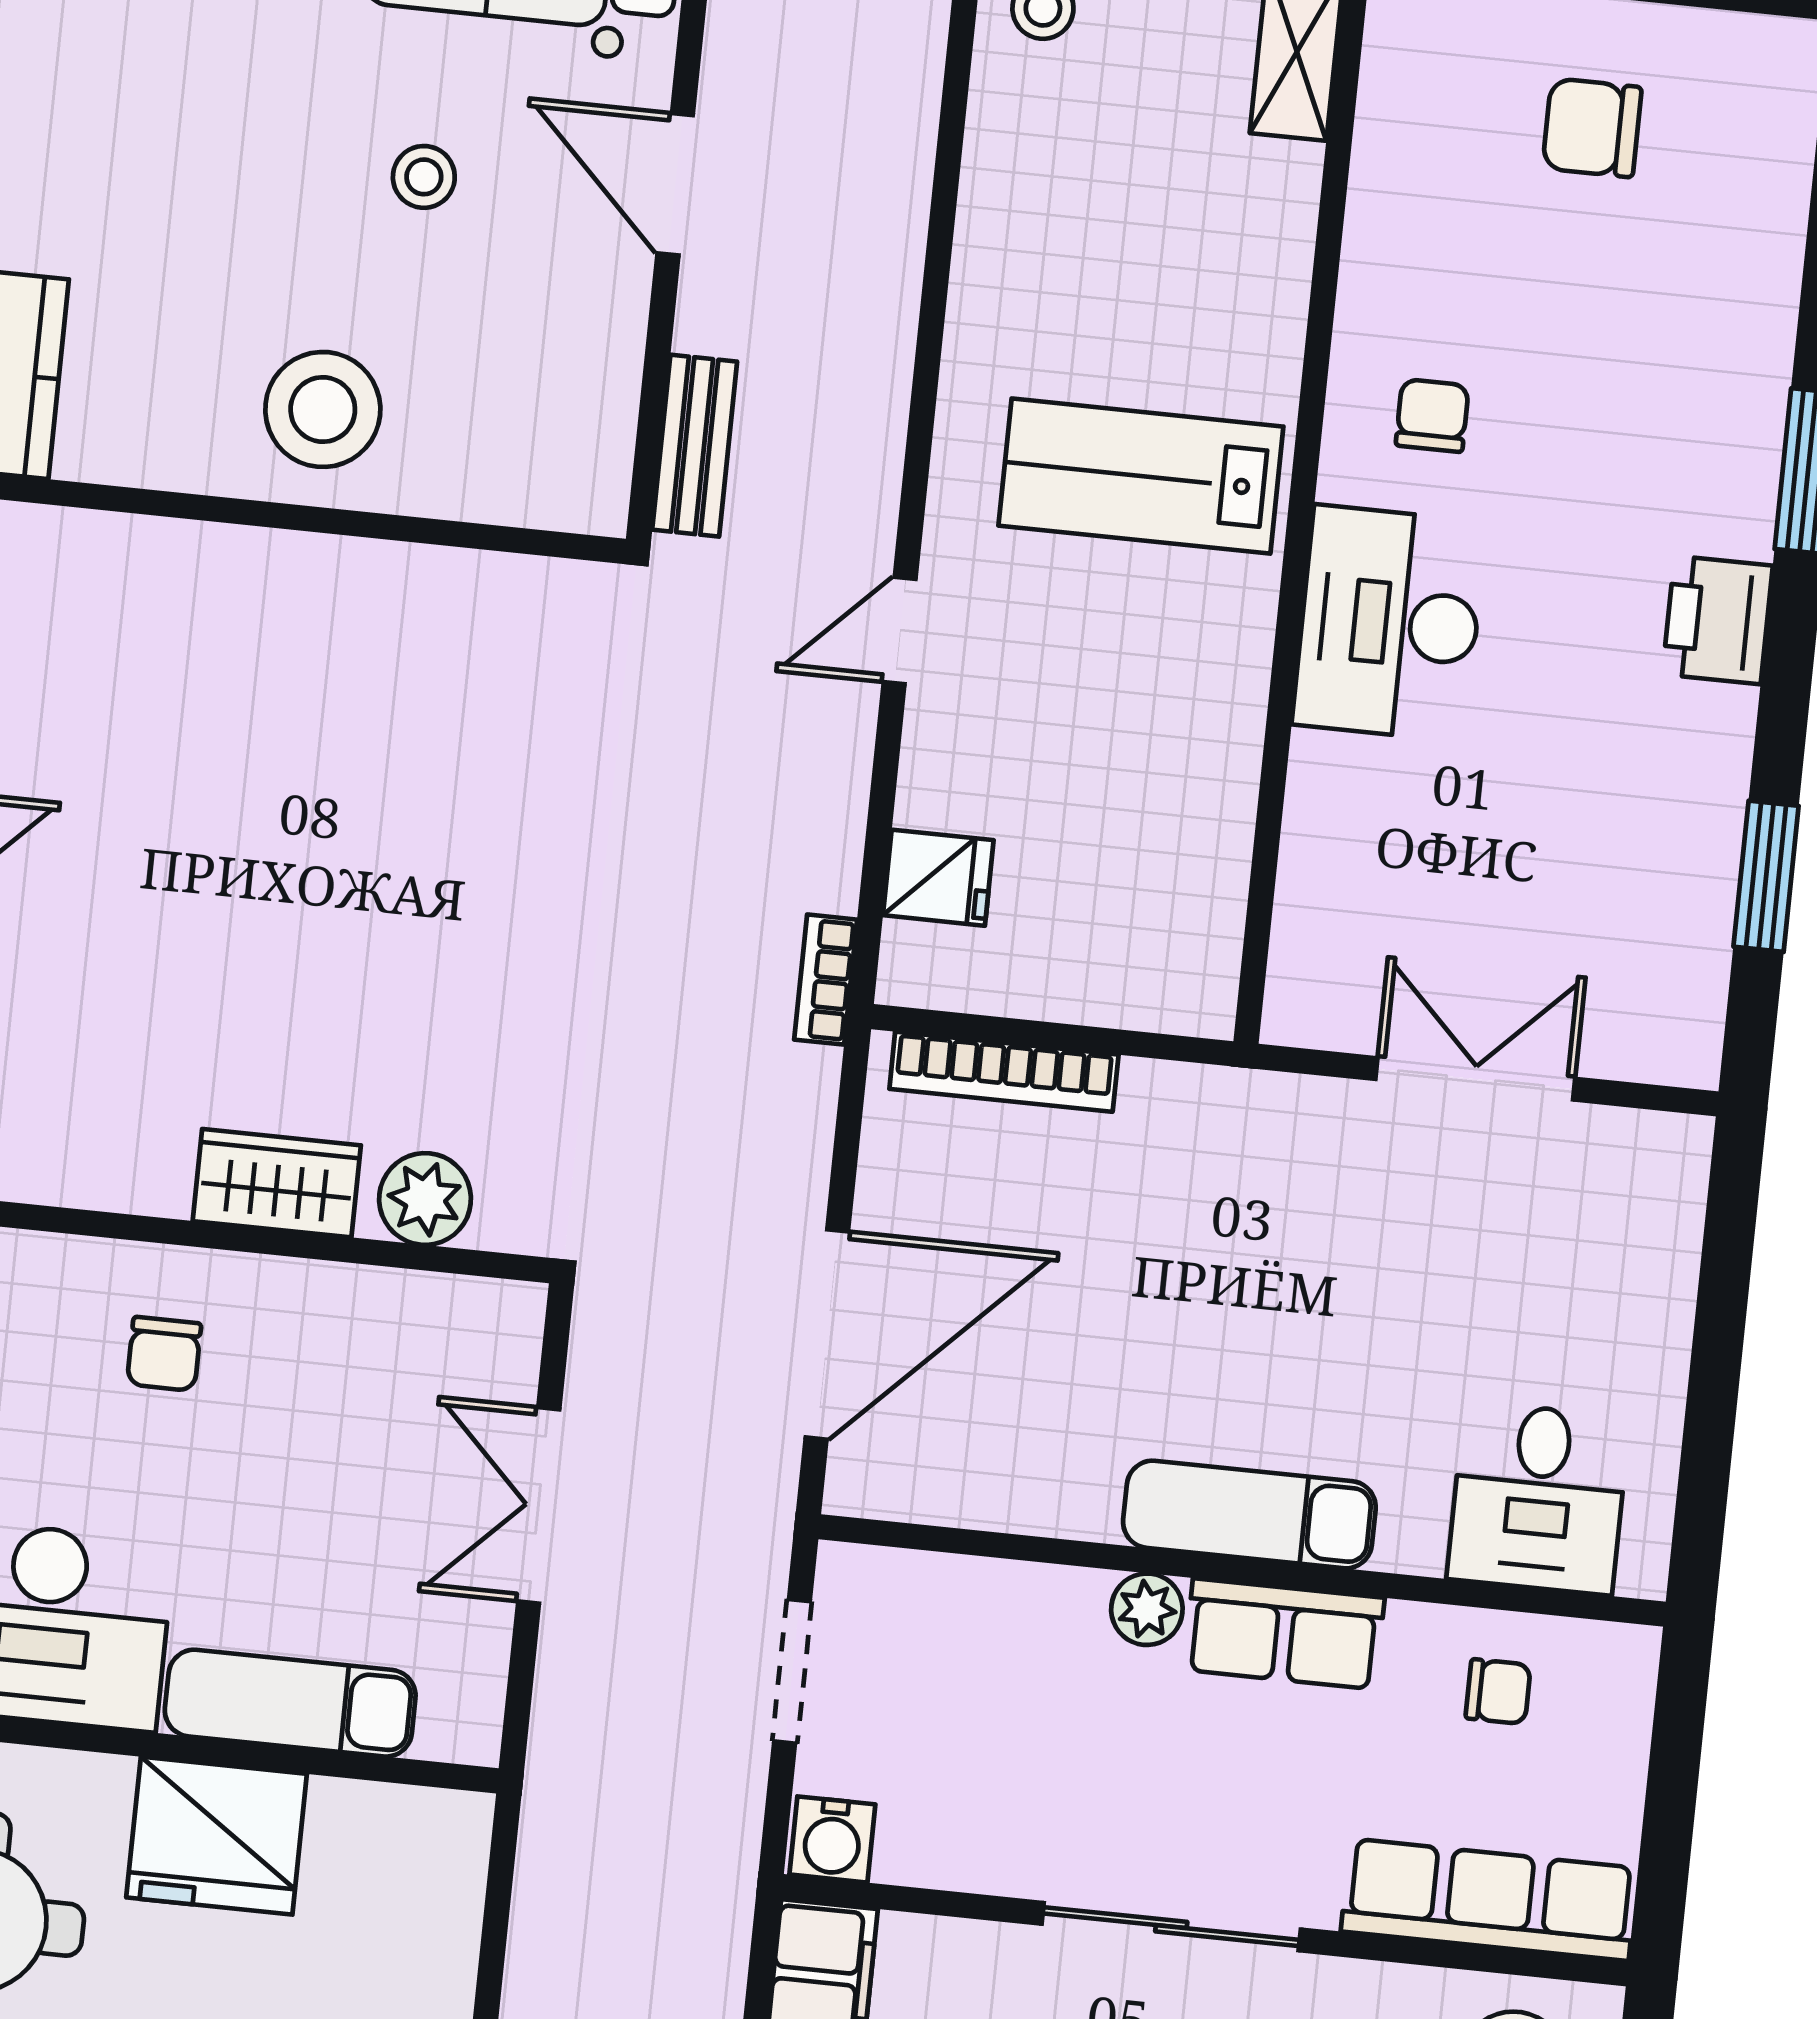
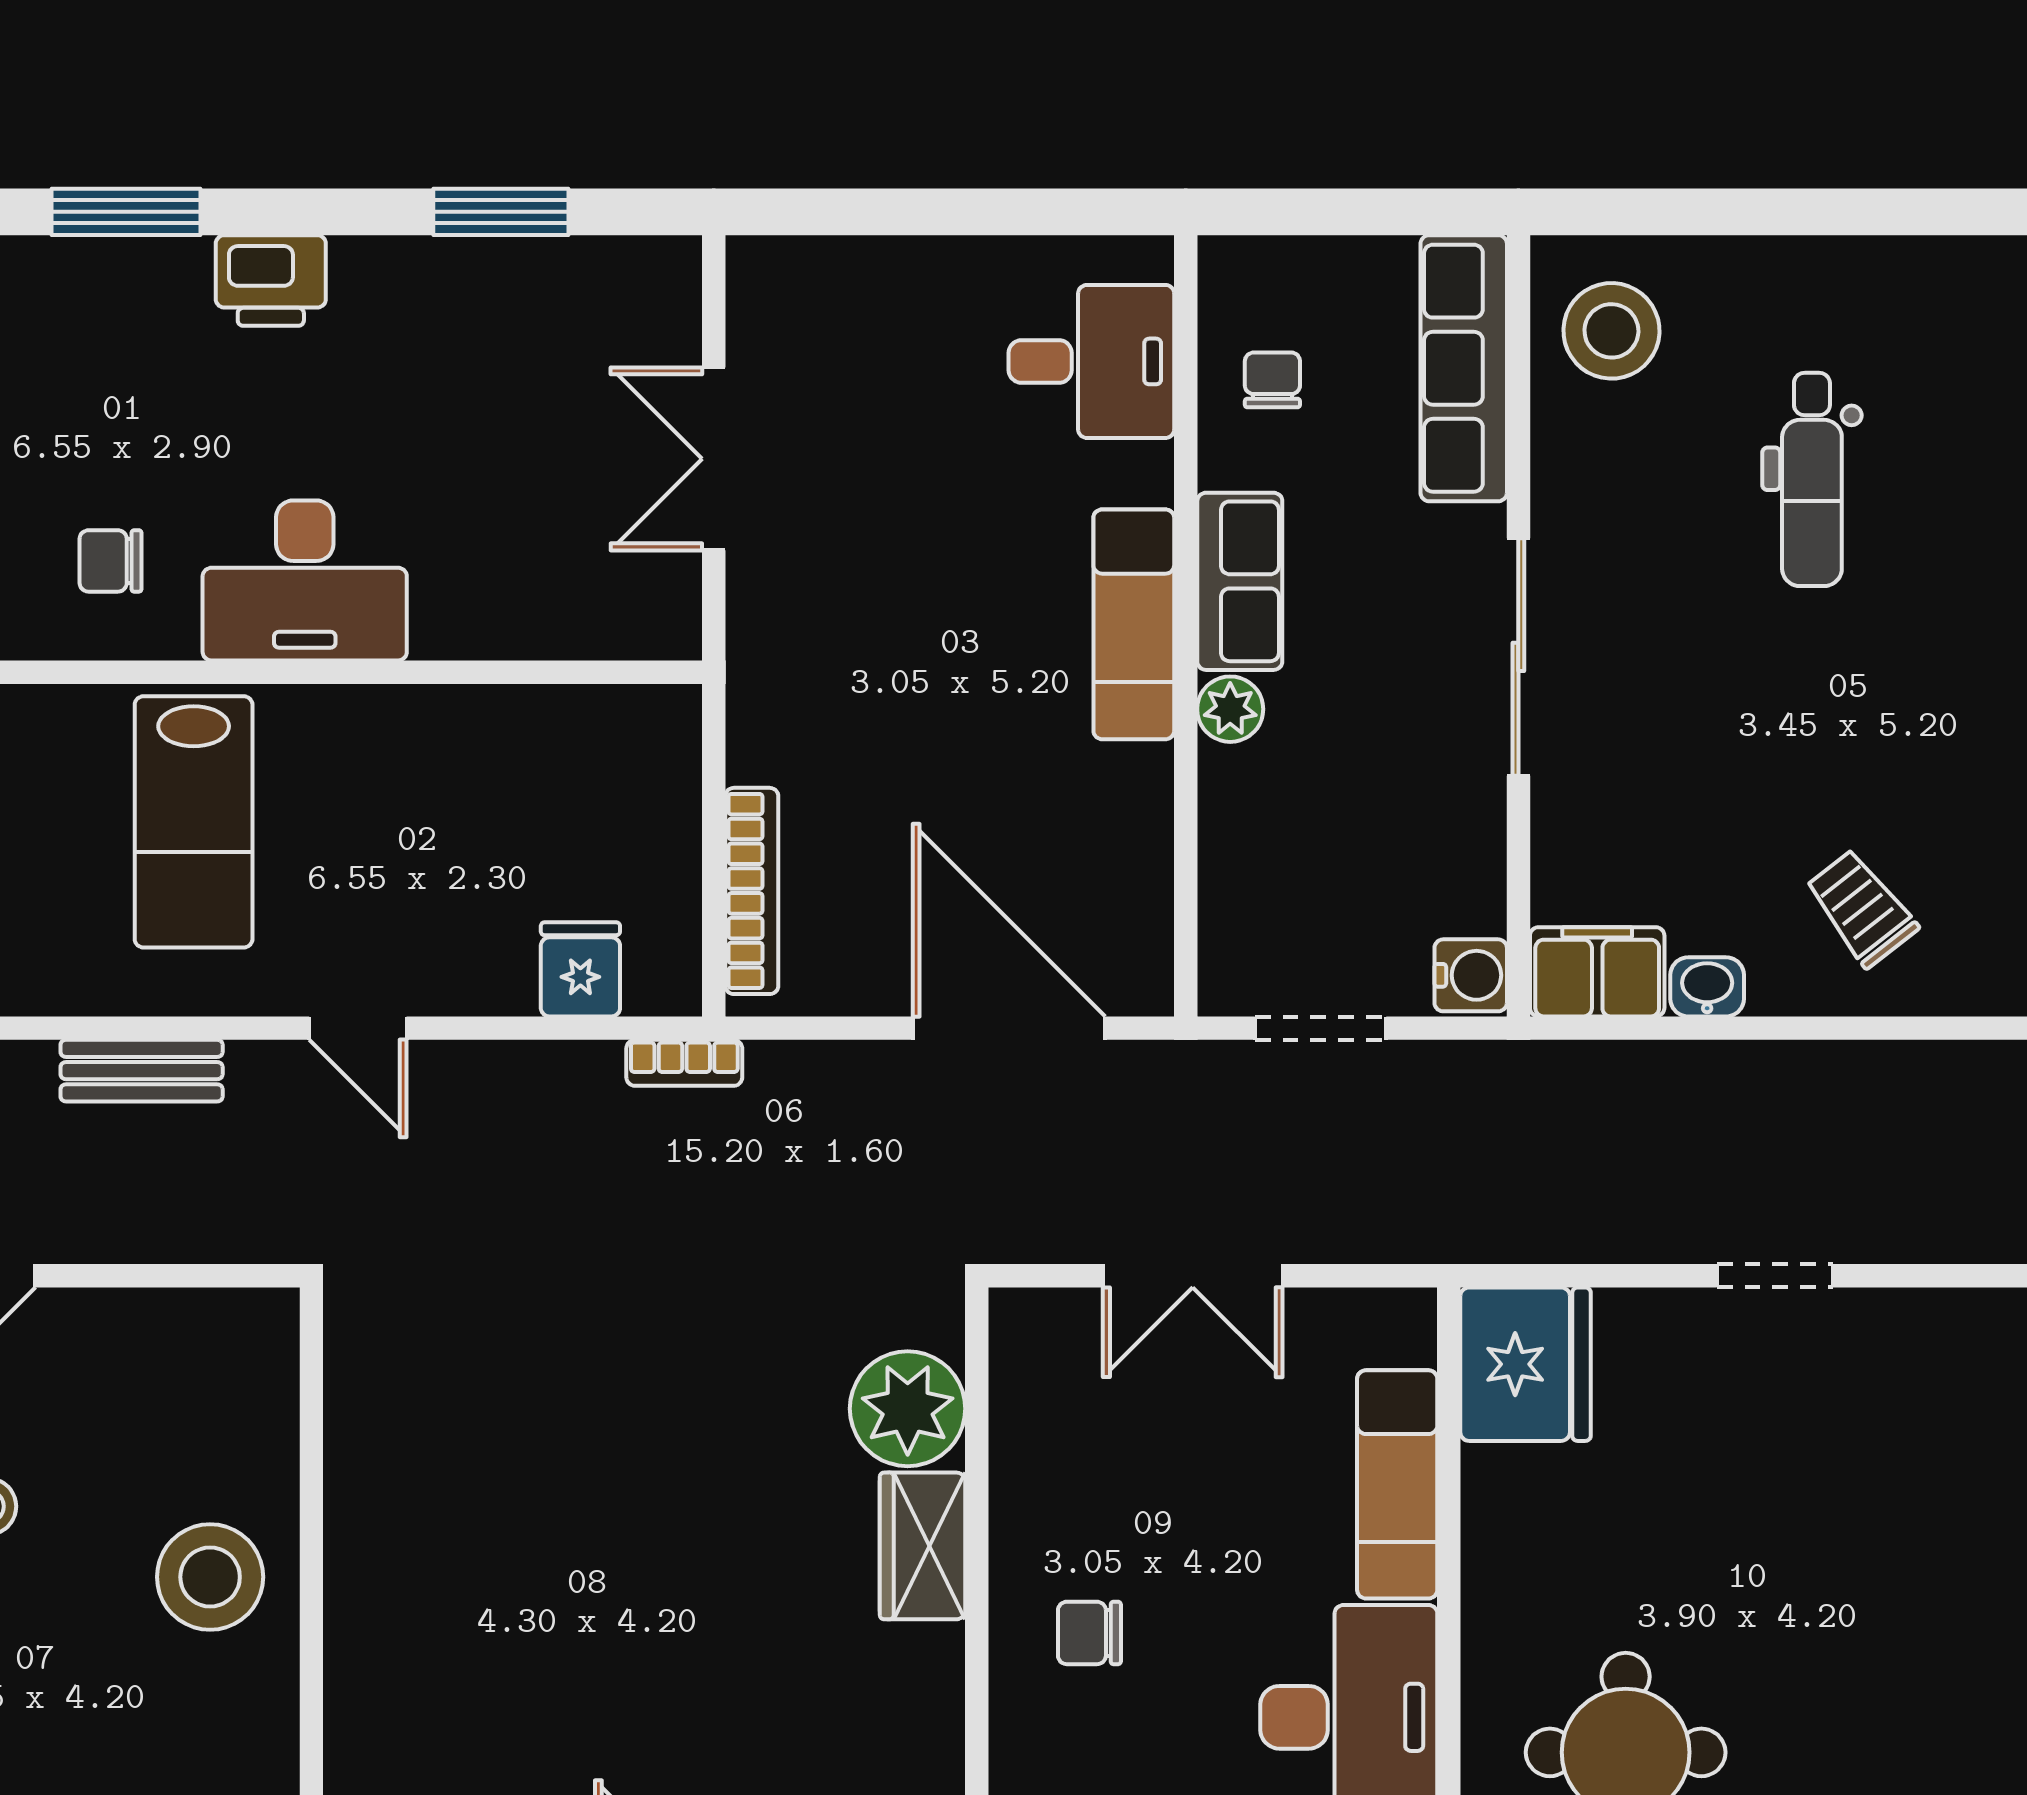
bench: (695, 446) -> (142, 1071), moved
plant: (425, 1199) -> (908, 1409), width x1.36, depth x1.36
chair: (164, 1354) -> (1089, 1633), turned 180
fridge: (217, 1836) -> (1525, 1364), moved

